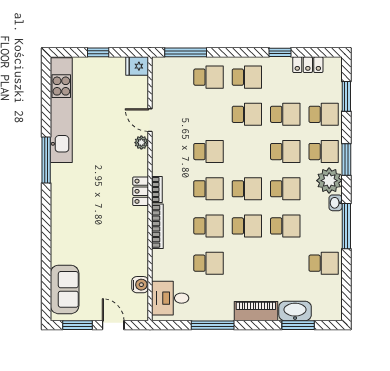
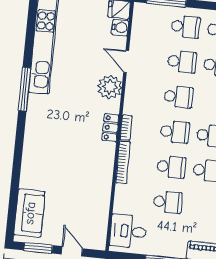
school desk: (208, 114) -> (182, 62), added
plant: (141, 143) -> (110, 87), width x1.87, depth x1.87
water cooler: (140, 285) -> (120, 28), moved

